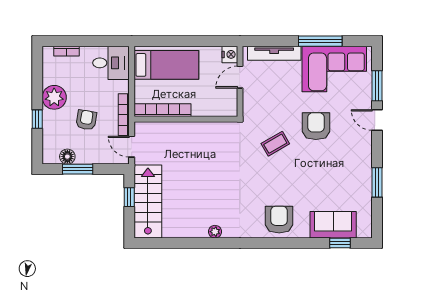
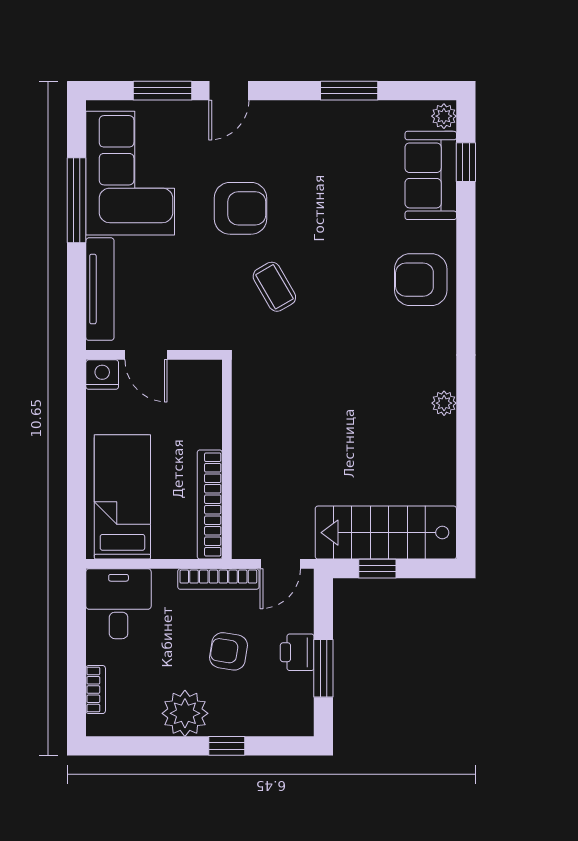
armchair: (316, 126) -> (240, 208), turned 180
printer: (86, 156) -> (297, 652), added
floor lamp: (67, 157) -> (299, 688), removed
plant: (364, 232) -> (444, 116), added

